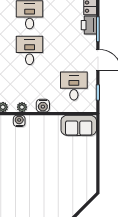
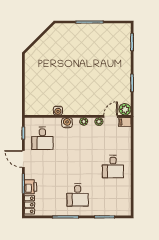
desk: (30, 50) -> (78, 167), removed
water cooler: (19, 121) -> (58, 111), moved
sofa: (79, 125) -> (39, 107), removed

